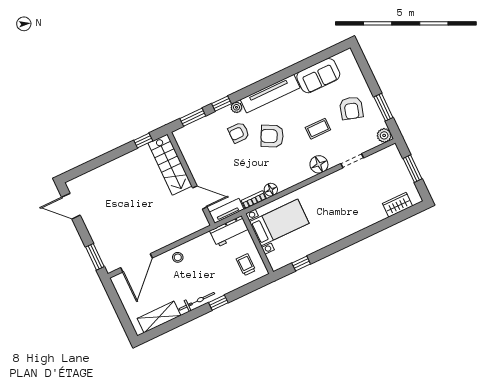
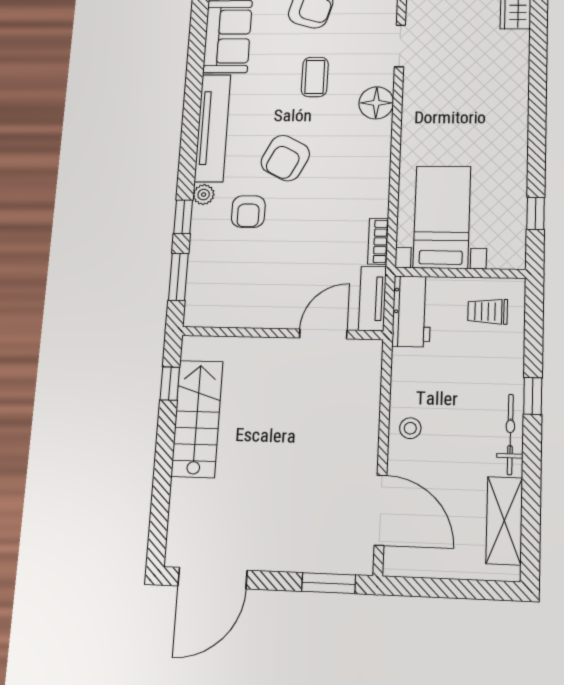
stairs: (170, 165) -> (197, 419), moved, turned -90
floor lamp: (271, 190) -> (376, 204), removed
door: (71, 206) -> (212, 578), width x1.36

